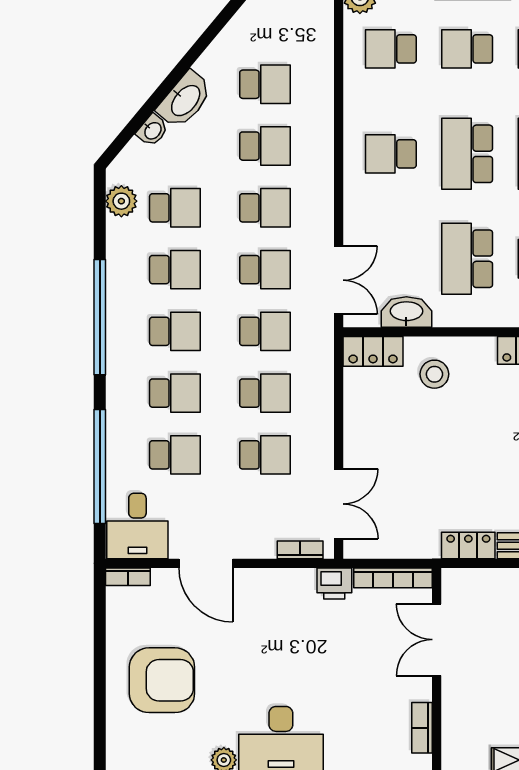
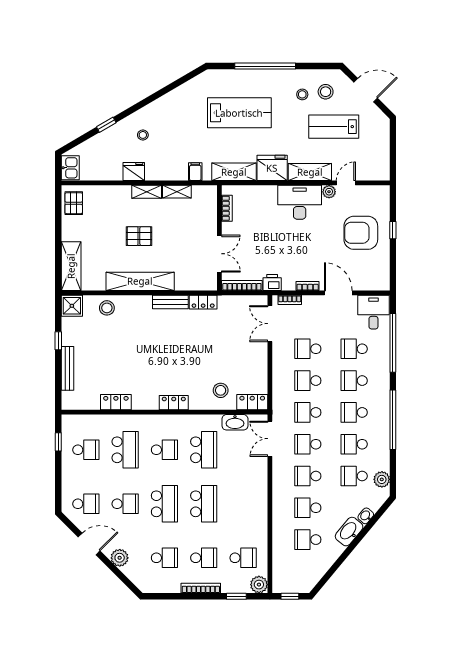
school desk: (391, 154) -> (243, 504), removed
bookcase: (128, 577) -> (308, 286), moved
window: (100, 685) -> (393, 230), added

